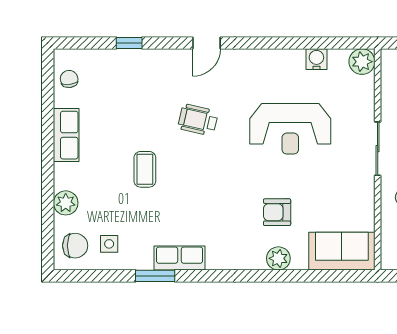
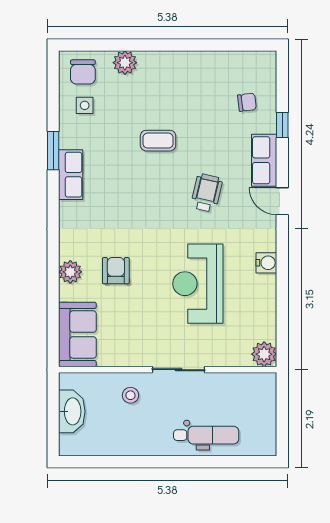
water cooler: (316, 59) -> (266, 263), moved
chair: (69, 79) -> (247, 102), moved
row of seats: (66, 135) -> (264, 160), moved, turned 90

